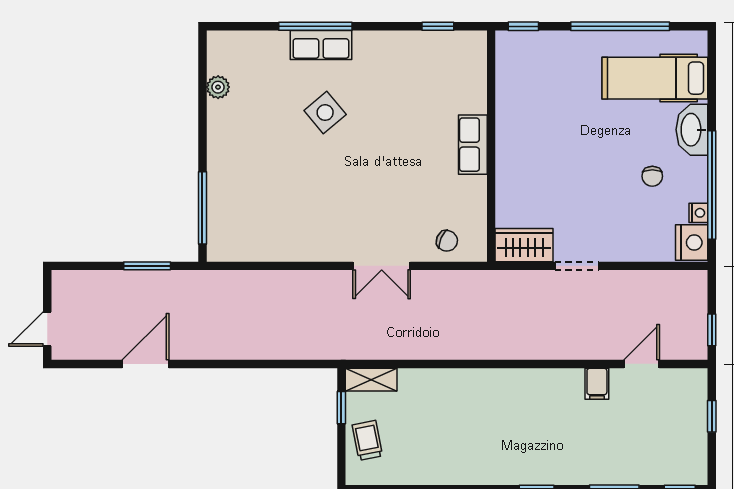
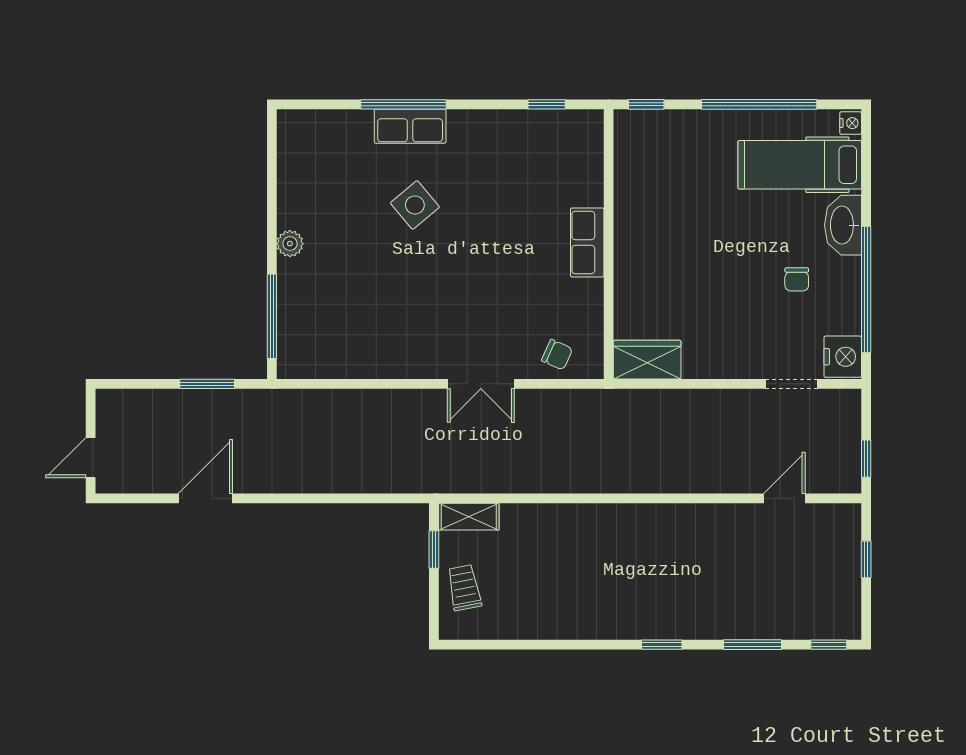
plant: (218, 87) -> (290, 244), moved
nightstand: (698, 213) -> (851, 123), moved
doorway: (577, 266) -> (791, 384), moved
filing cabinet: (597, 384) -> (732, 521), removed

